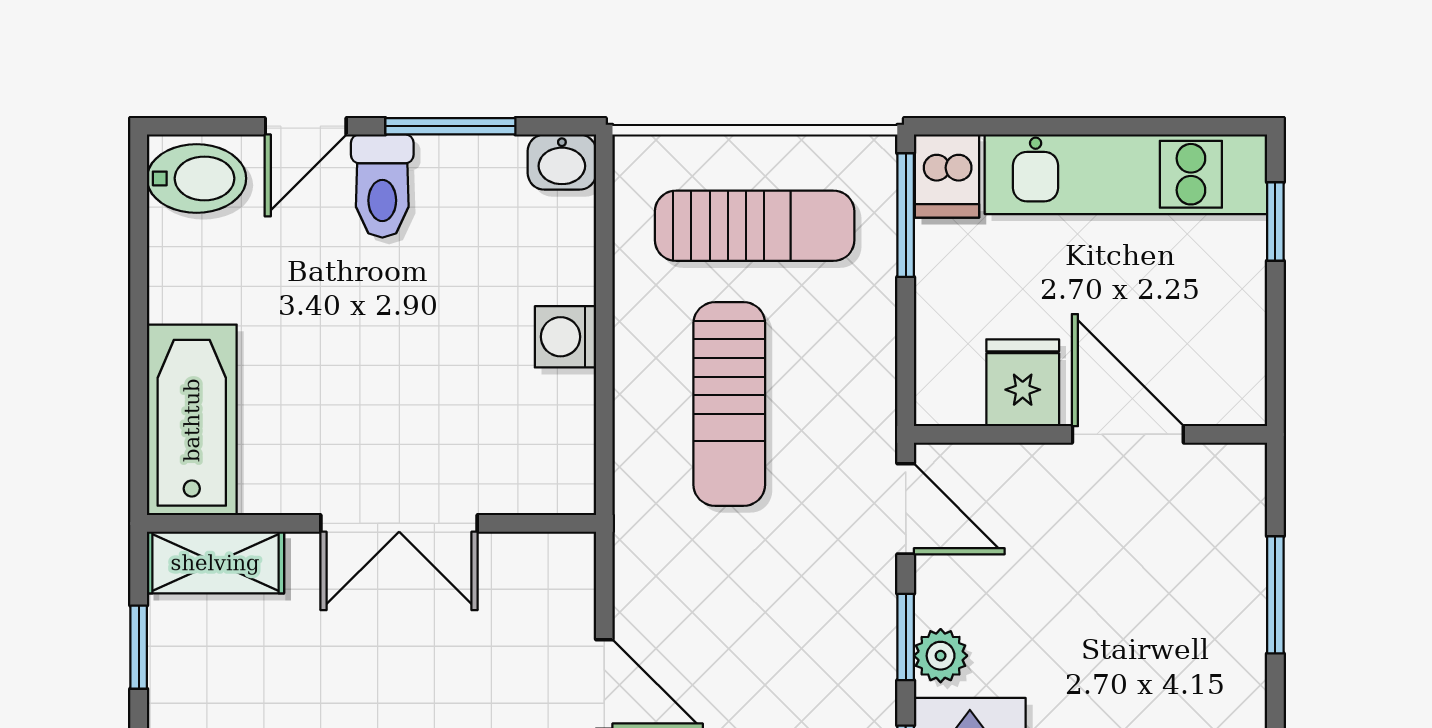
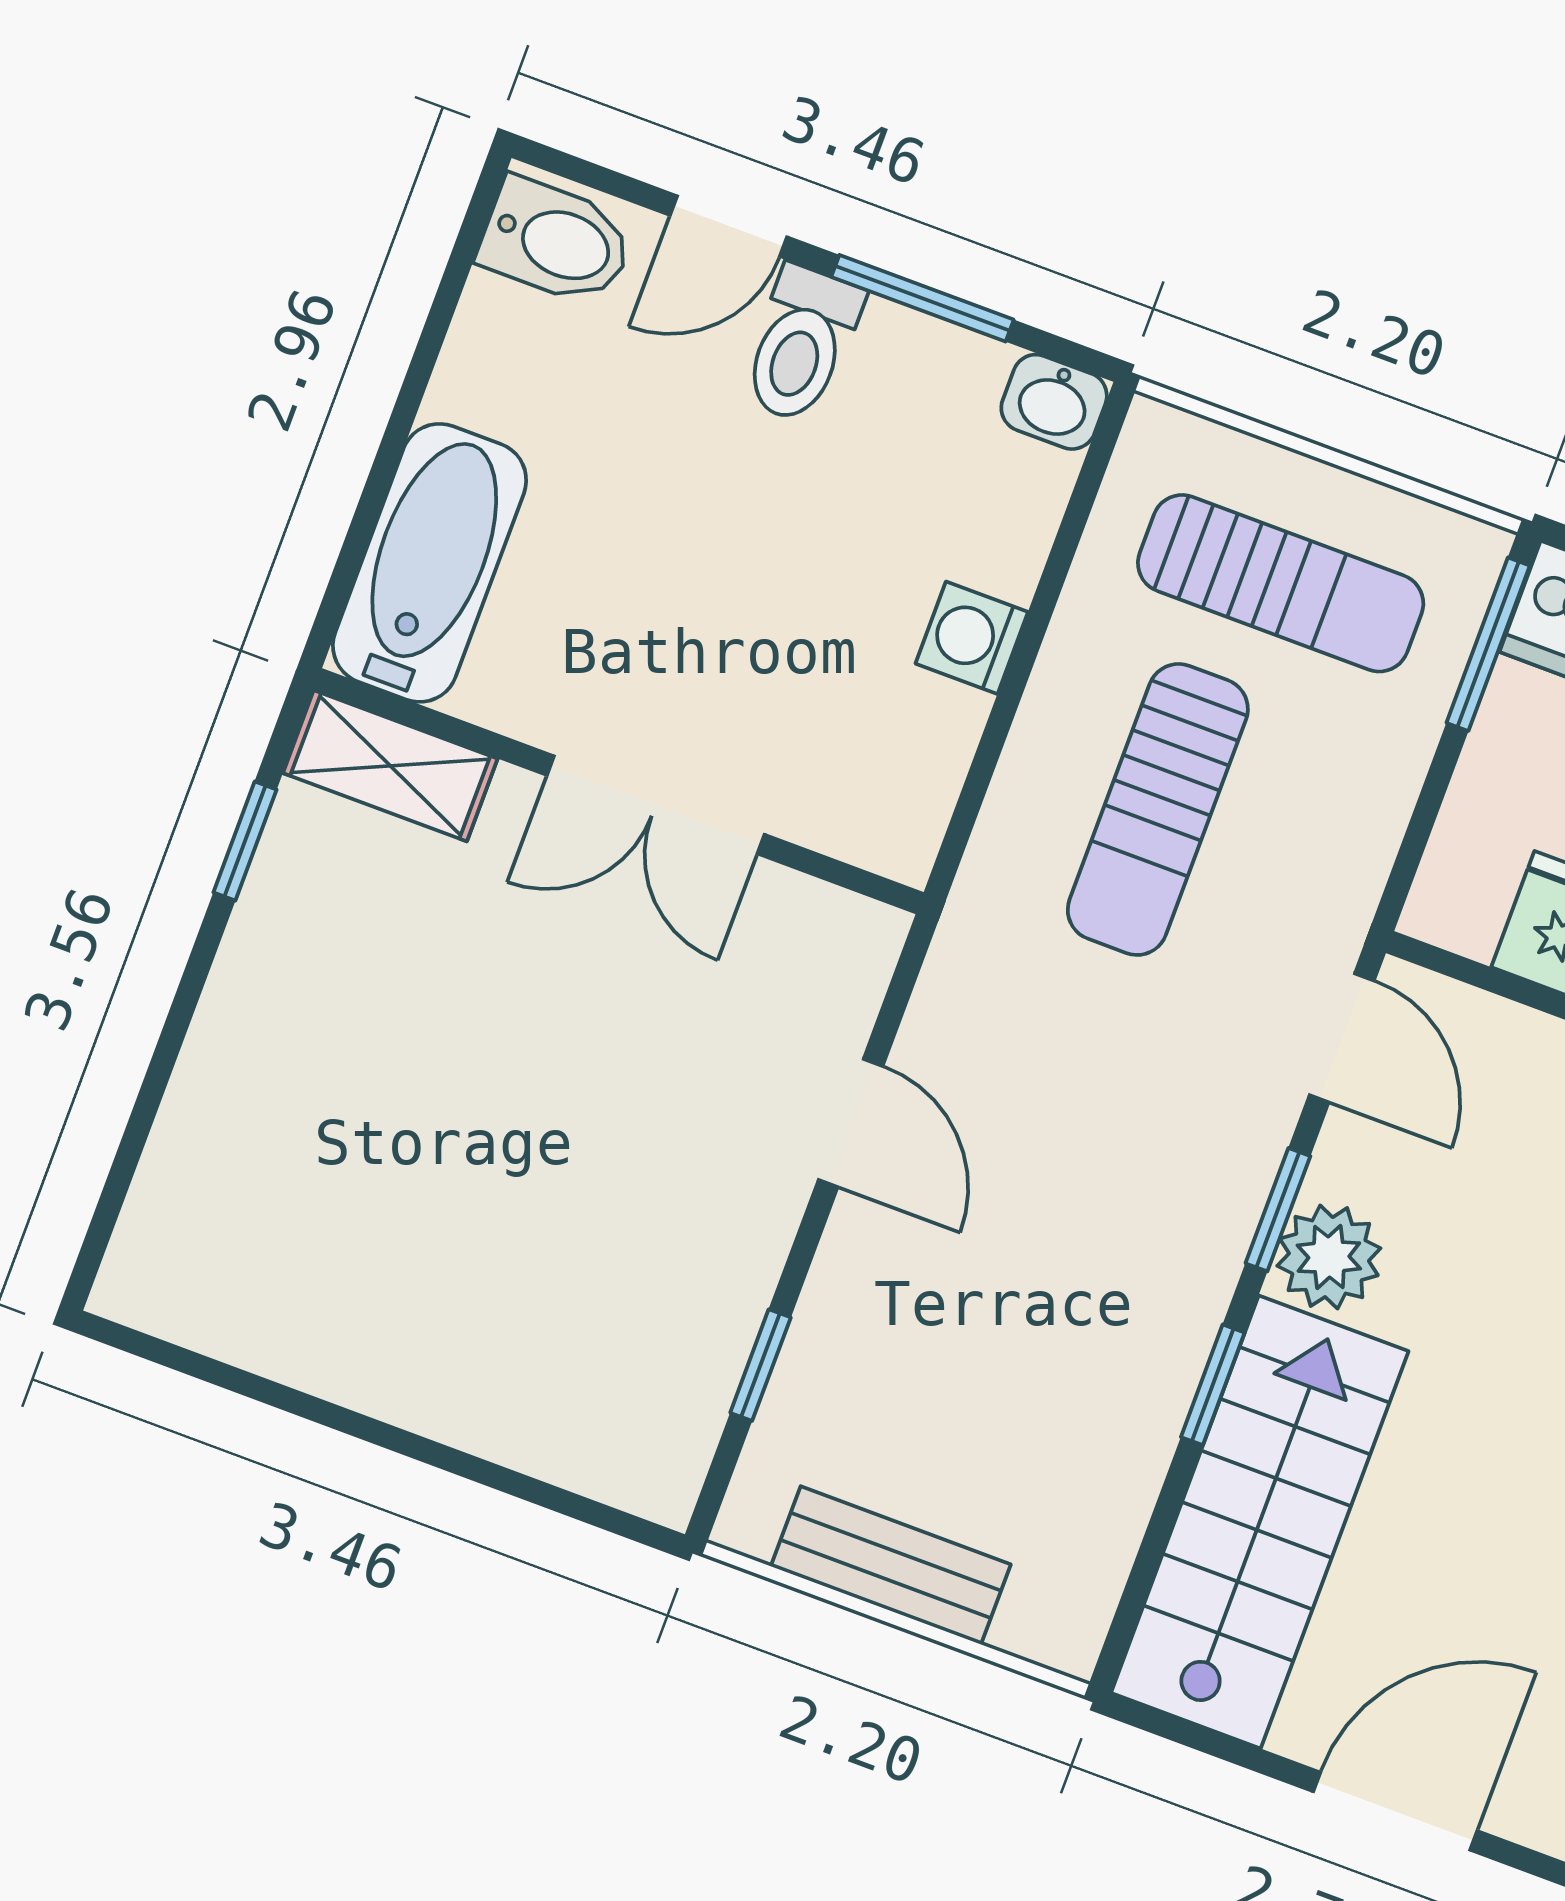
plant: (941, 656) -> (1329, 1257), width x1.38, depth x1.38

